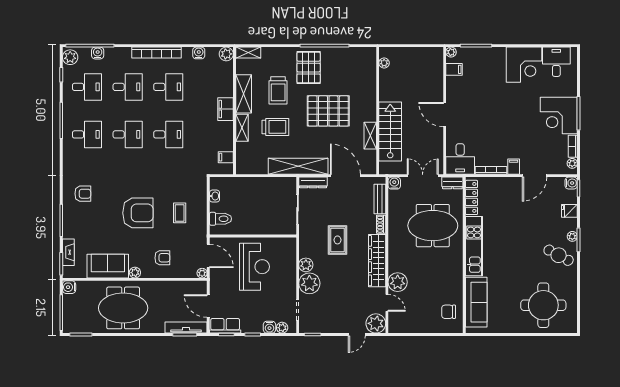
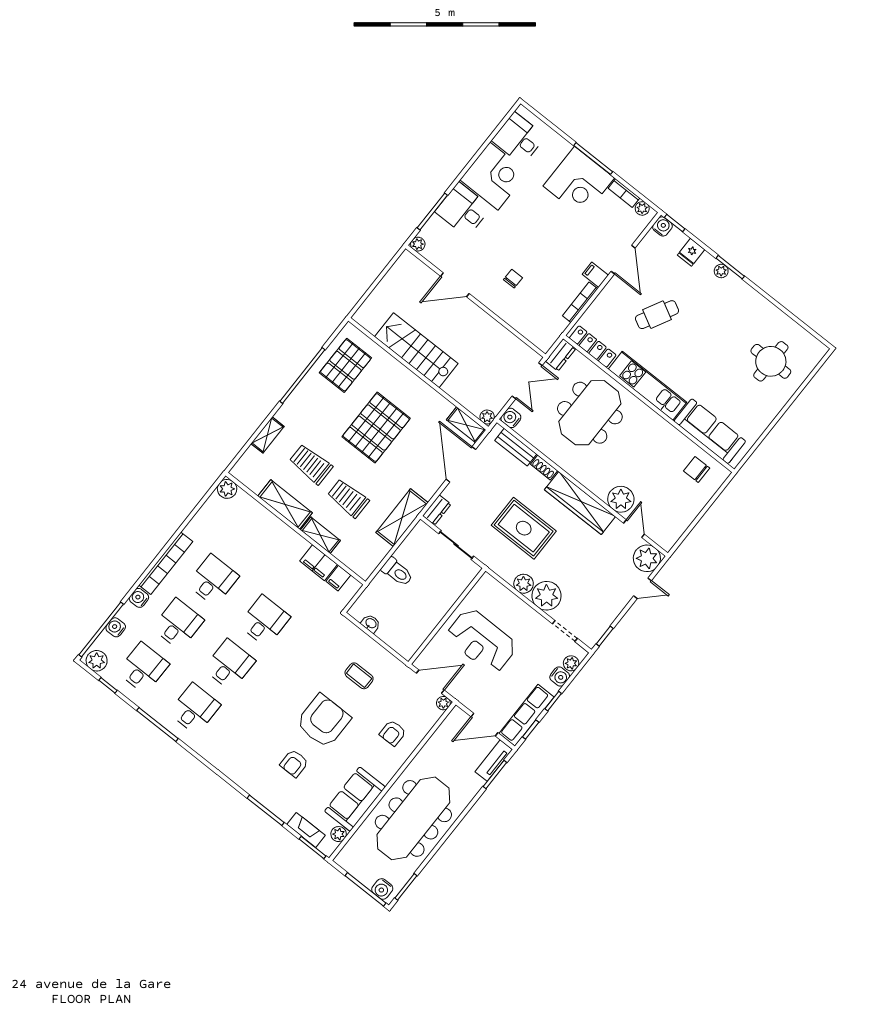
water cooler: (199, 53) -> (139, 598), moved
shelving: (248, 53) -> (267, 435), moved
plant: (384, 63) -> (487, 417), moved
pallet: (309, 68) -> (345, 365), moved, turned 90
filing cabinet: (454, 69) -> (439, 256), removed
trolley: (278, 90) -> (311, 464), turned 180
filing cabinet: (226, 109) -> (319, 563), moved
door: (445, 115) -> (455, 285), moved
chair: (474, 122) -> (513, 279), added
trolley: (275, 127) -> (348, 498), turned -90
stairs: (390, 132) -> (416, 350), moved
shelving: (370, 136) -> (466, 425), moved
desk: (460, 159) -> (463, 210), moved, turned 180
shelving: (298, 166) -> (402, 518), width x0.68
door: (345, 176) -> (461, 464), hinge flipped
double door: (423, 176) -> (527, 381), swing flipped
dresser: (313, 182) -> (437, 510), width x0.70
armchair: (83, 194) -> (294, 763), moved, turned 180
toilet: (221, 219) -> (397, 572), moved, turned 90
rug: (337, 240) -> (524, 528), width x1.36, depth x1.43
cafe table: (559, 255) -> (657, 315), moved
armchair: (162, 258) -> (393, 733), turned 180
reception desk: (254, 267) -> (481, 641), turned 180
plant: (135, 273) -> (339, 834), moved
water cooler: (69, 287) -> (382, 889), moved
door: (387, 303) -> (634, 529), hinge flipped
round table: (543, 305) -> (771, 361), width x0.73, depth x0.73
meeting table: (123, 308) -> (413, 818), width x1.36
chair: (449, 312) -> (697, 470), turned 90
row of seats: (225, 326) -> (527, 715), width x1.48
tv unit: (186, 328) -> (494, 761), width x0.71
door: (357, 335) -> (643, 588), hinge flipped

